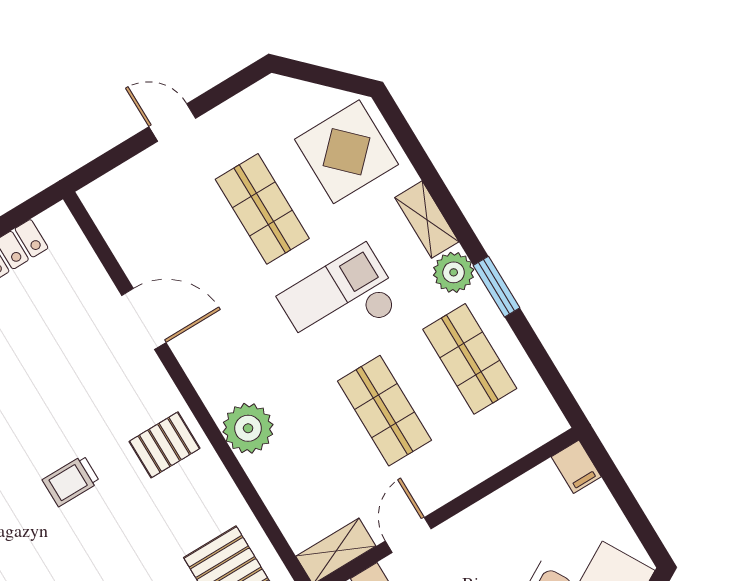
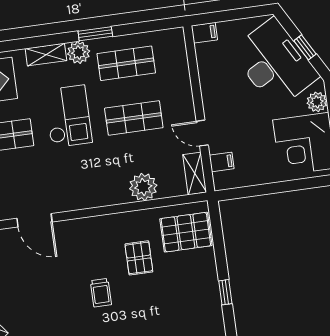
checkout: (340, 300) -> (68, 116), turned 180
door: (144, 319) -> (35, 220), swing flipped
plant: (248, 428) -> (143, 187), moved
pallet: (164, 445) -> (139, 258), moved

